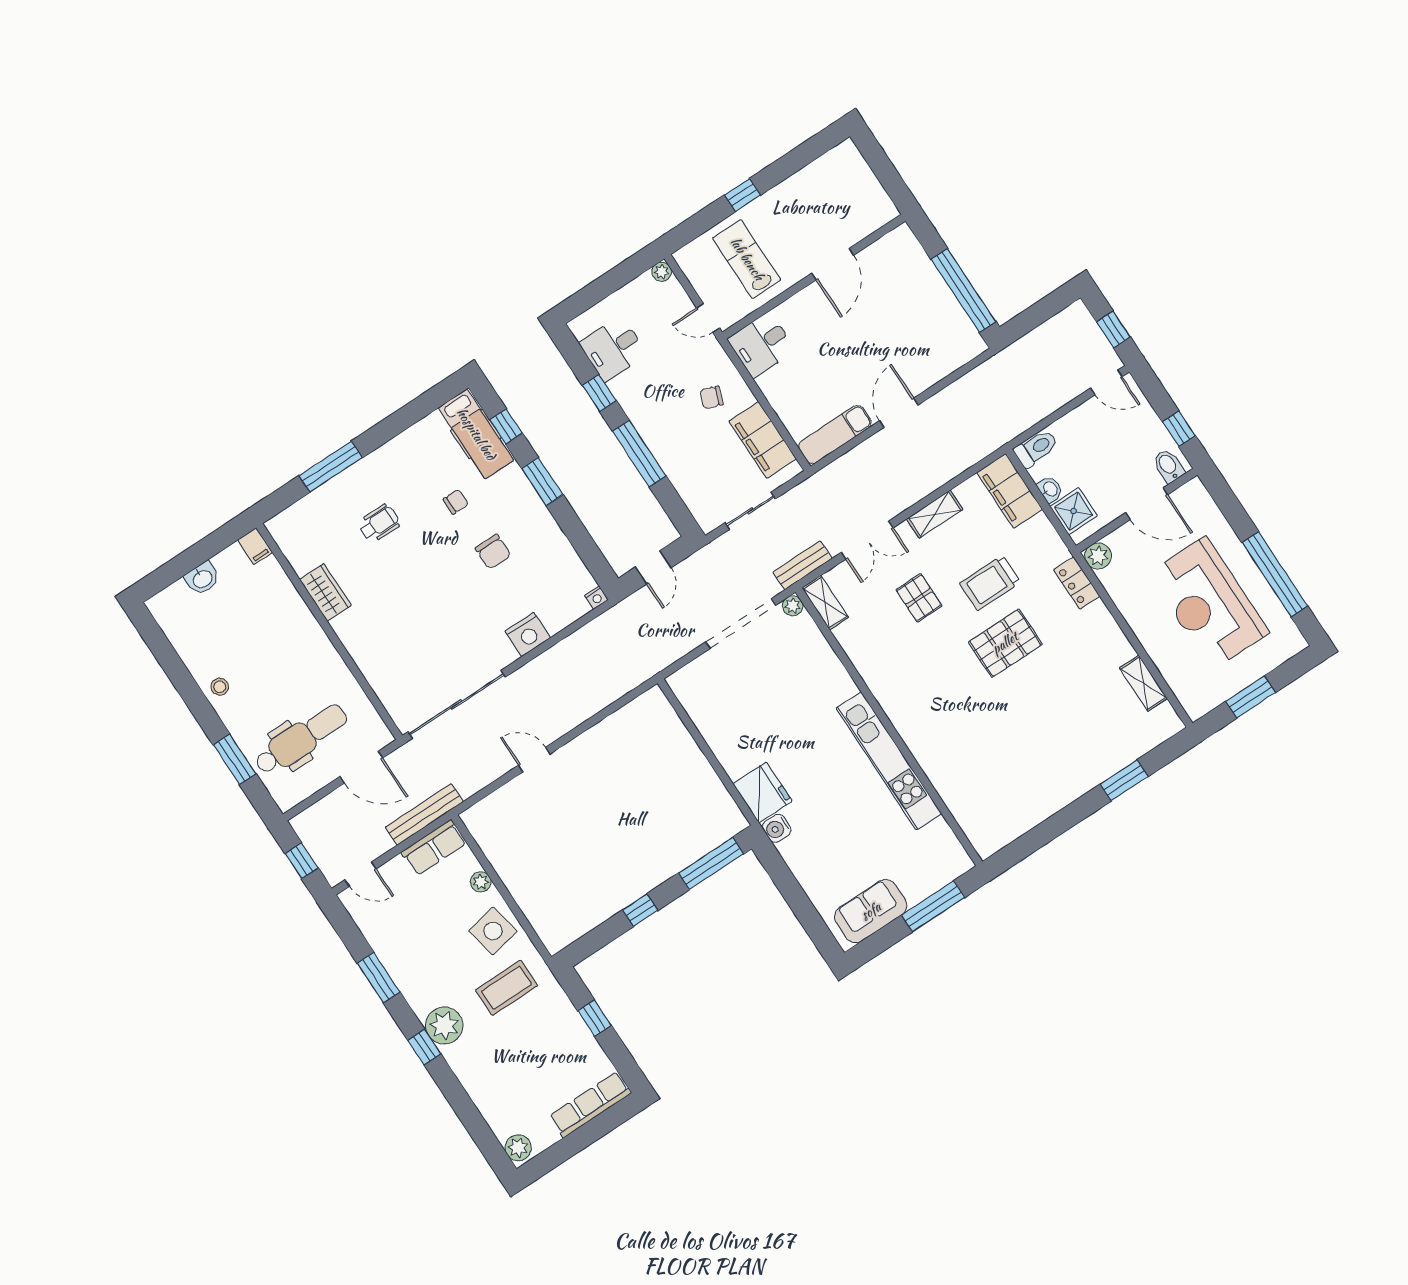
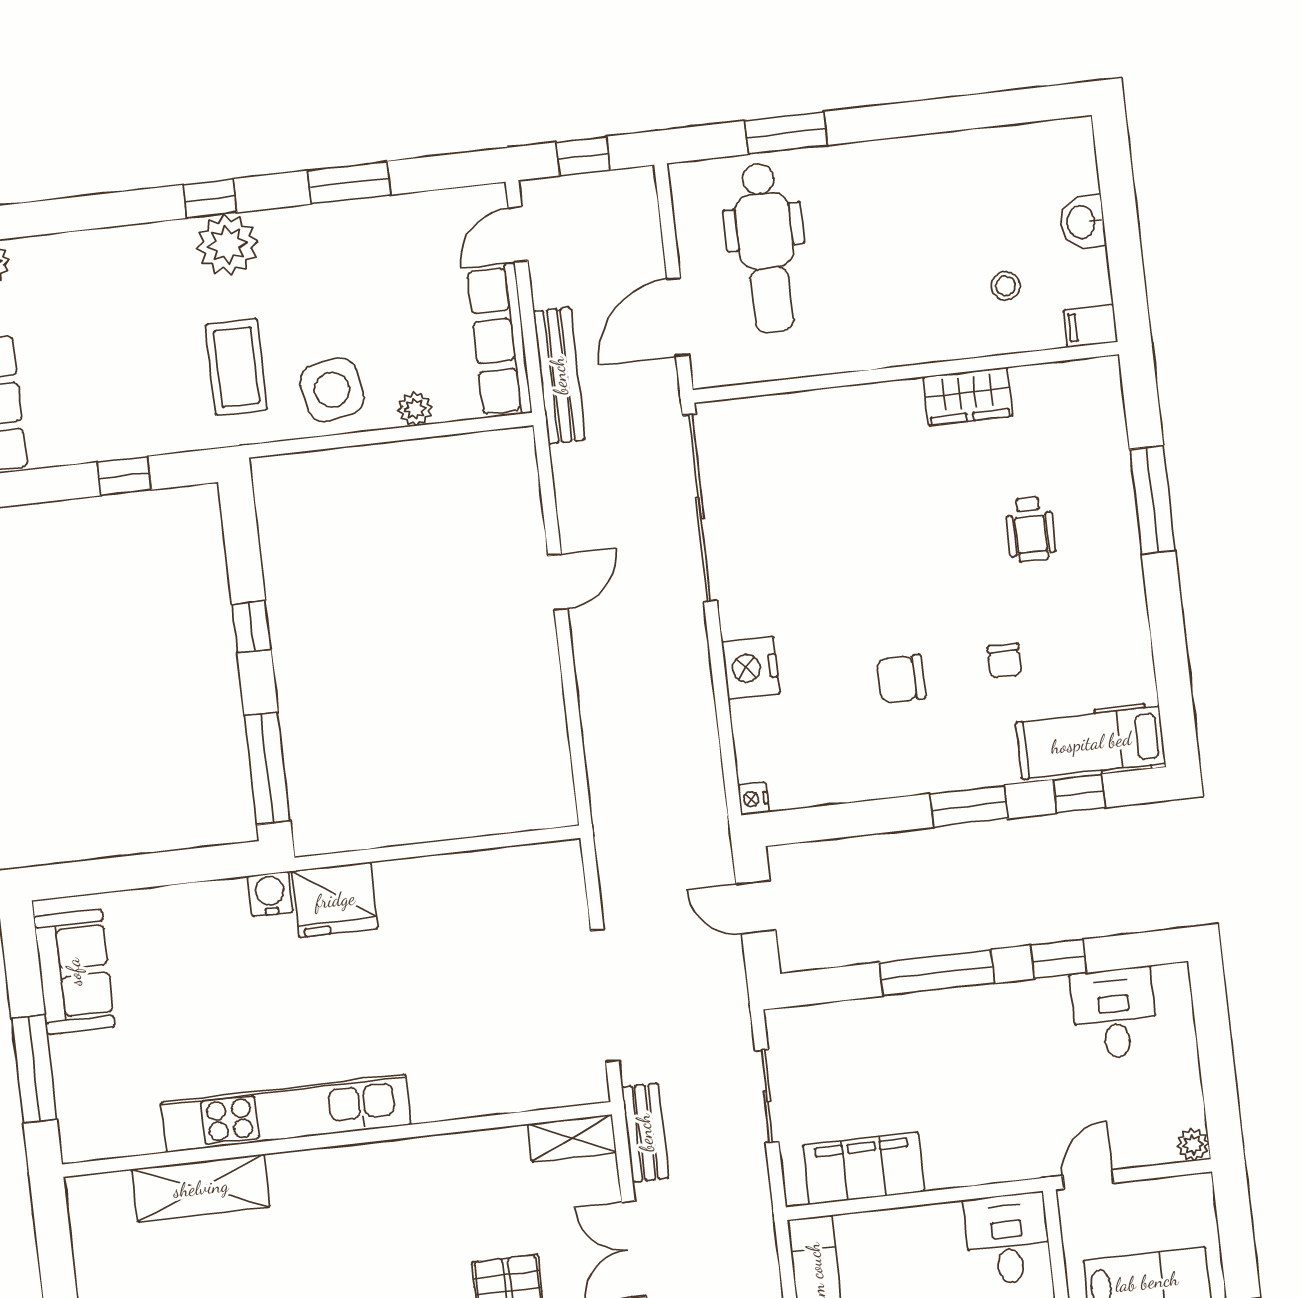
chair: (712, 397) -> (966, 1124), removed
plant: (793, 606) -> (592, 1087), removed
stool: (220, 687) -> (1006, 286), moved
shelving: (951, 786) -> (201, 1188), added
row of seats: (434, 848) -> (499, 340), width x1.48

